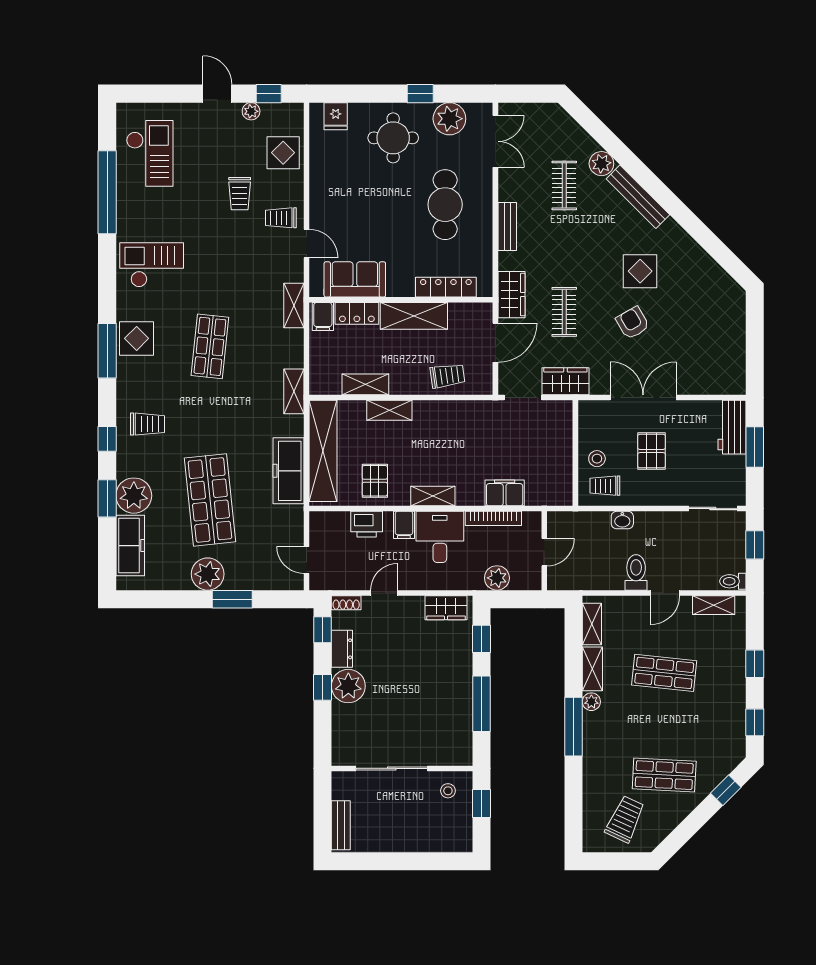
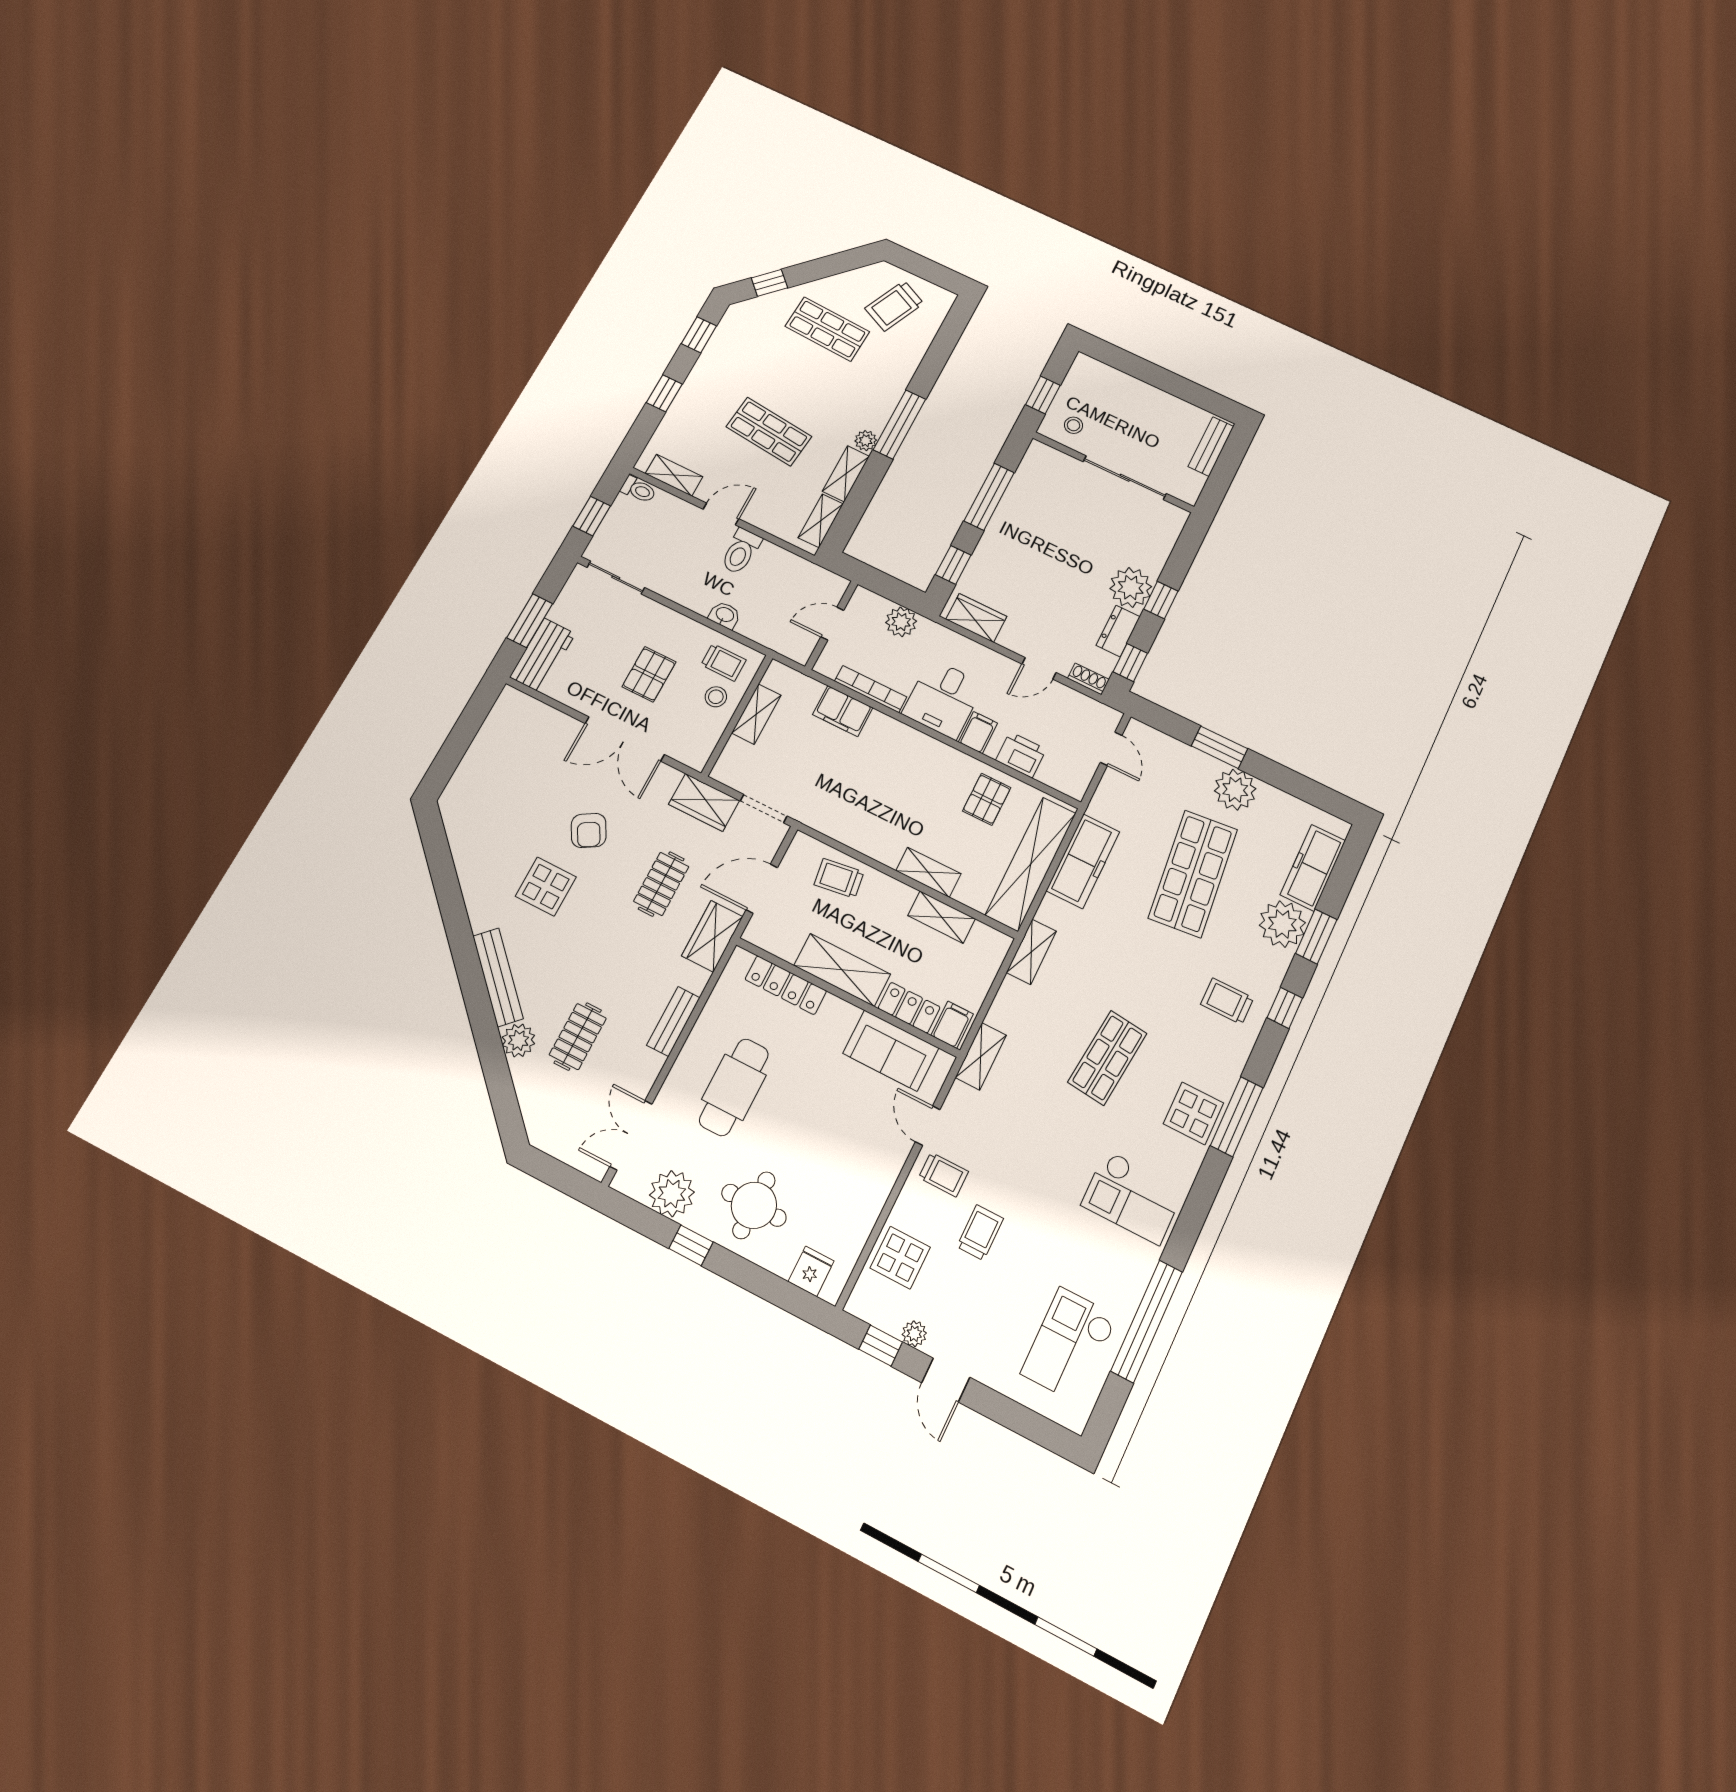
shelving: (433, 496) -> (756, 714), moved, turned 90

